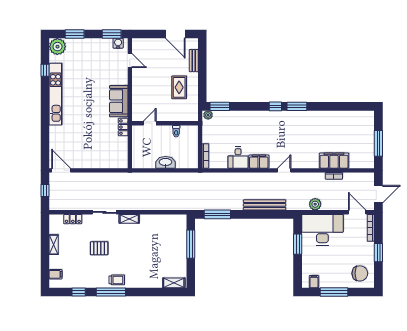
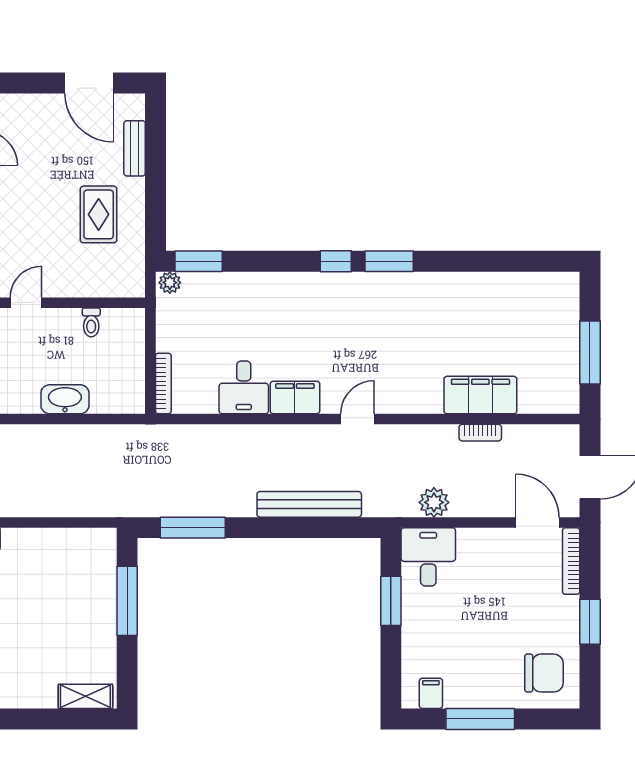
desk: (322, 230) -> (428, 557), width x0.53, depth x0.77

